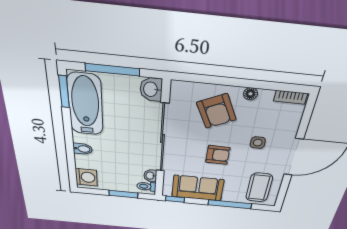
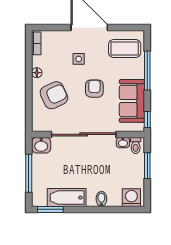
bathtub: (85, 105) -> (67, 198), width x0.73, depth x0.73

